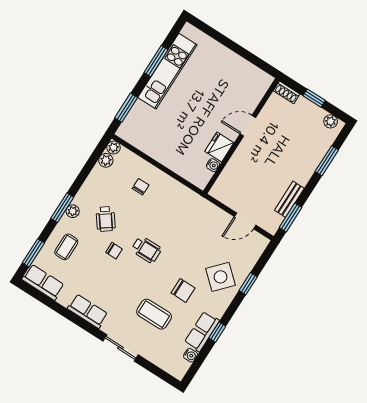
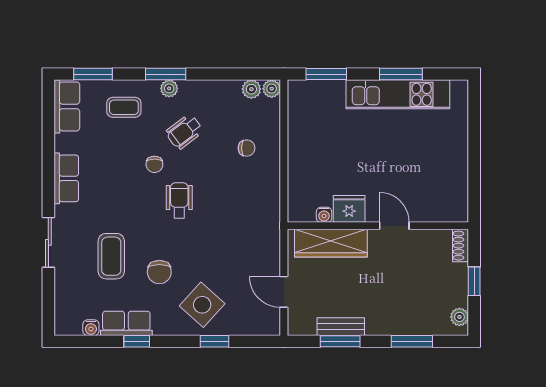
wardrobe: (233, 172) -> (331, 243), added
window: (291, 217) -> (340, 341), moved
wheelchair: (146, 250) -> (179, 200), turned 180

